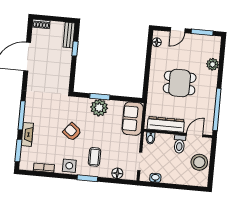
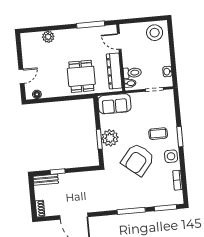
door: (178, 30) -> (22, 76), hinge flipped
window: (202, 32) -> (19, 52), removed
dining table: (180, 83) -> (81, 76), moved
window: (217, 109) -> (91, 25), width x0.68
armchair: (72, 132) -> (138, 160), width x1.88, depth x1.88
fireplace: (27, 134) -> (148, 202), removed
toilet: (179, 144) -> (132, 73), moved
stool: (199, 162) -> (155, 33), moved
floor lamp: (117, 173) -> (170, 109), removed

